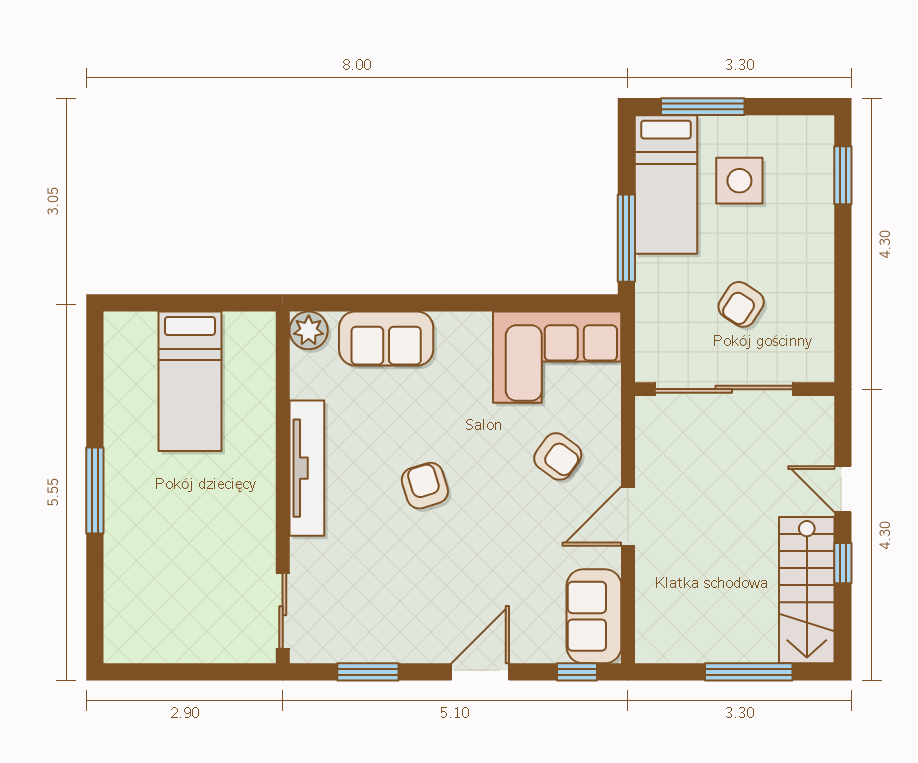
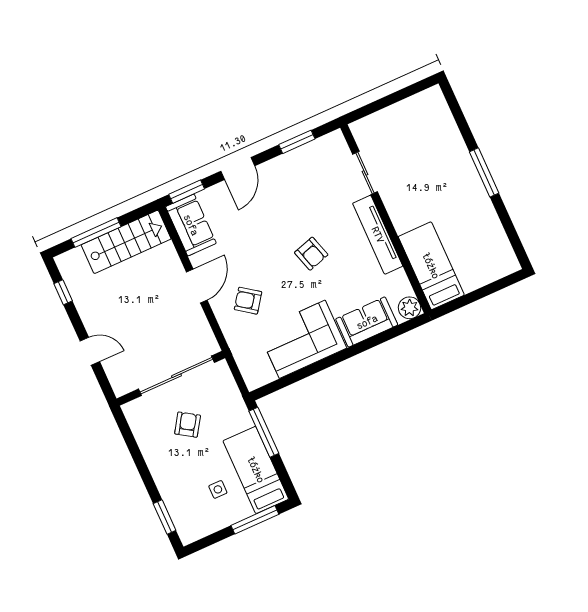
side table: (739, 181) -> (218, 489), width x0.54, depth x0.54
corner sofa: (557, 357) -> (302, 339), moved
bed: (190, 381) -> (431, 266), moved
window: (843, 563) -> (63, 292), moved
stairs: (807, 590) -> (126, 242), moved, turned 90
sliding door: (283, 611) -> (365, 173), moved
window: (577, 672) -> (187, 192), width x1.50

